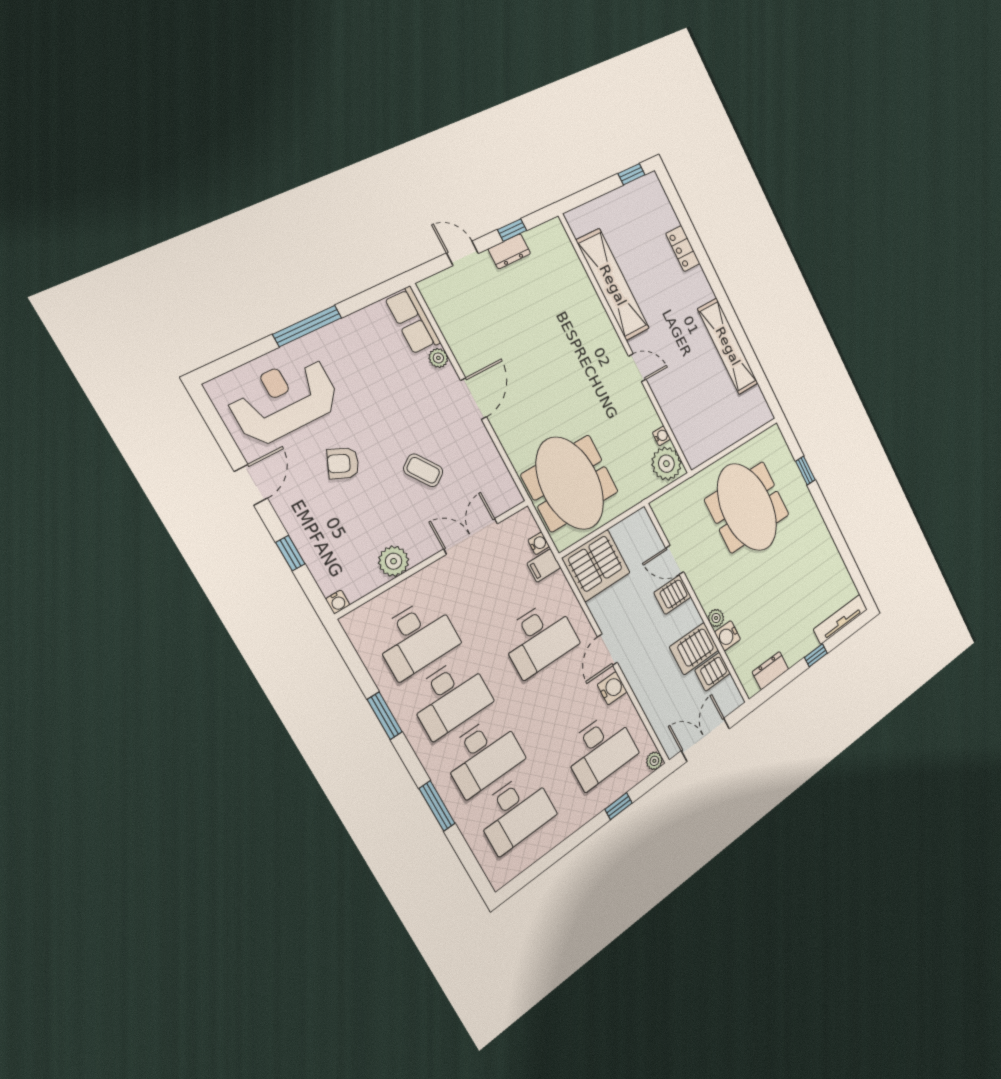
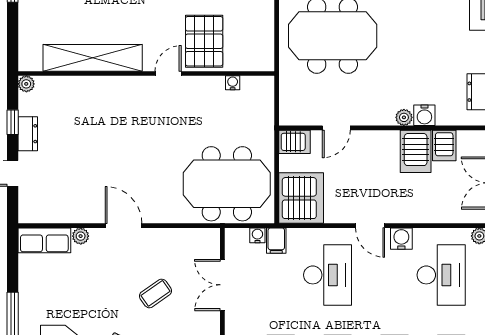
pallet: (682, 388) -> (204, 41), added
plant: (666, 464) -> (26, 84), moved, width x0.53, depth x0.53
server rack: (673, 595) -> (294, 142), moved, turned -90

